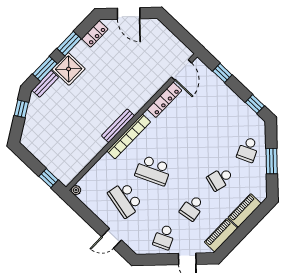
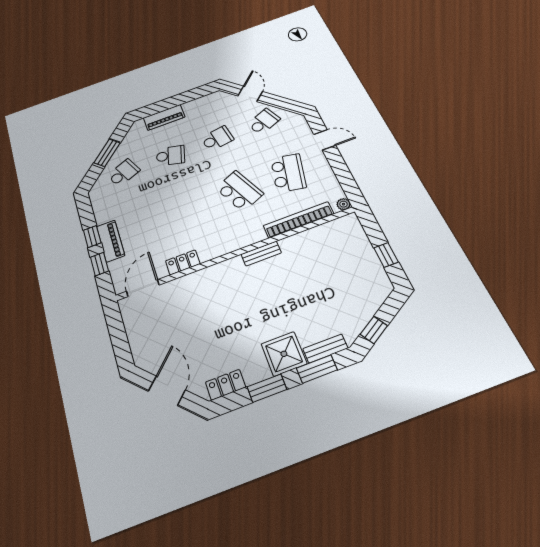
locker: (164, 100) -> (183, 262), width x0.66
window: (255, 104) -> (92, 237), moved
bench: (118, 126) -> (261, 253), width x0.73
bookcase: (129, 136) -> (299, 220), moved
window: (49, 178) -> (386, 255), moved
piano: (221, 235) -> (111, 241), moved, turned -90

